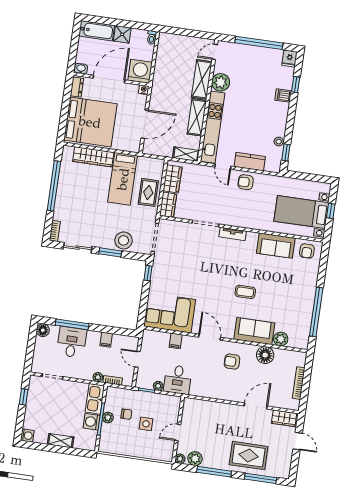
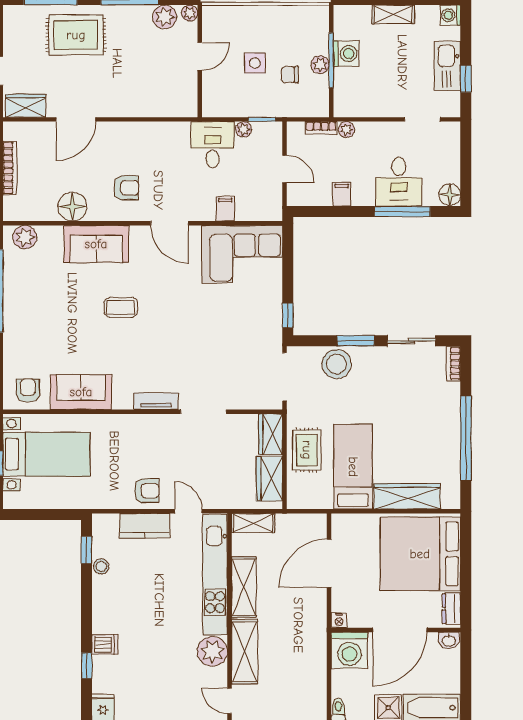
door: (215, 52) -> (230, 701), swing flipped
plant: (281, 339) -> (25, 237), moved
kitchen sink: (95, 399) -> (448, 66), moved, turned 180

